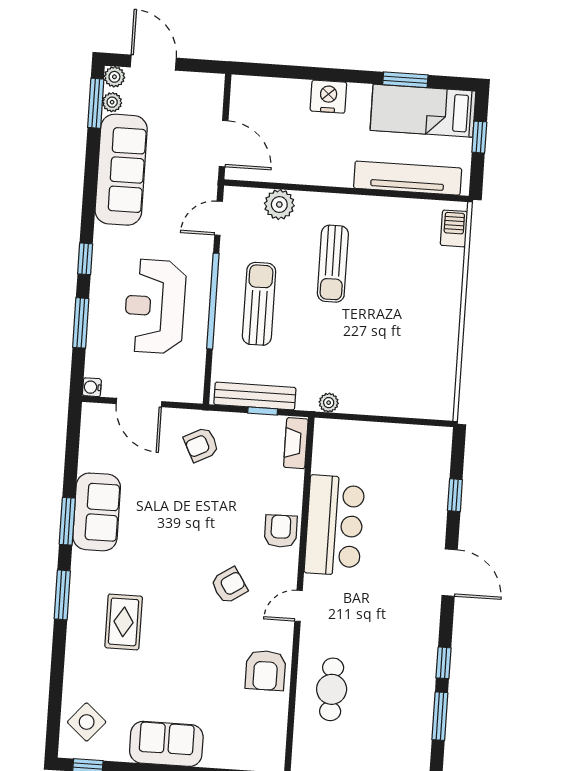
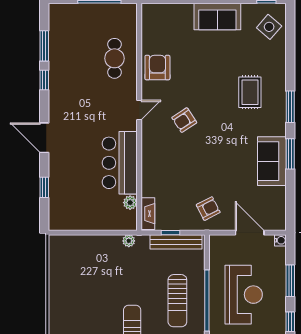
plant: (322, 462) -> (130, 203), added
armchair: (281, 531) -> (154, 157), removed

